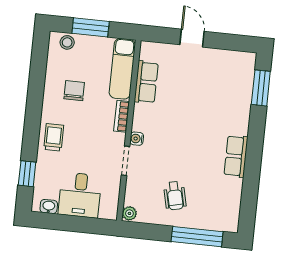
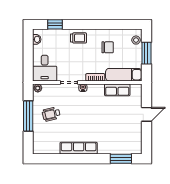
row of seats: (236, 156) -> (79, 148), width x1.48
desk: (80, 195) -> (45, 68), moved, turned -90
window: (197, 237) -> (28, 116), moved

